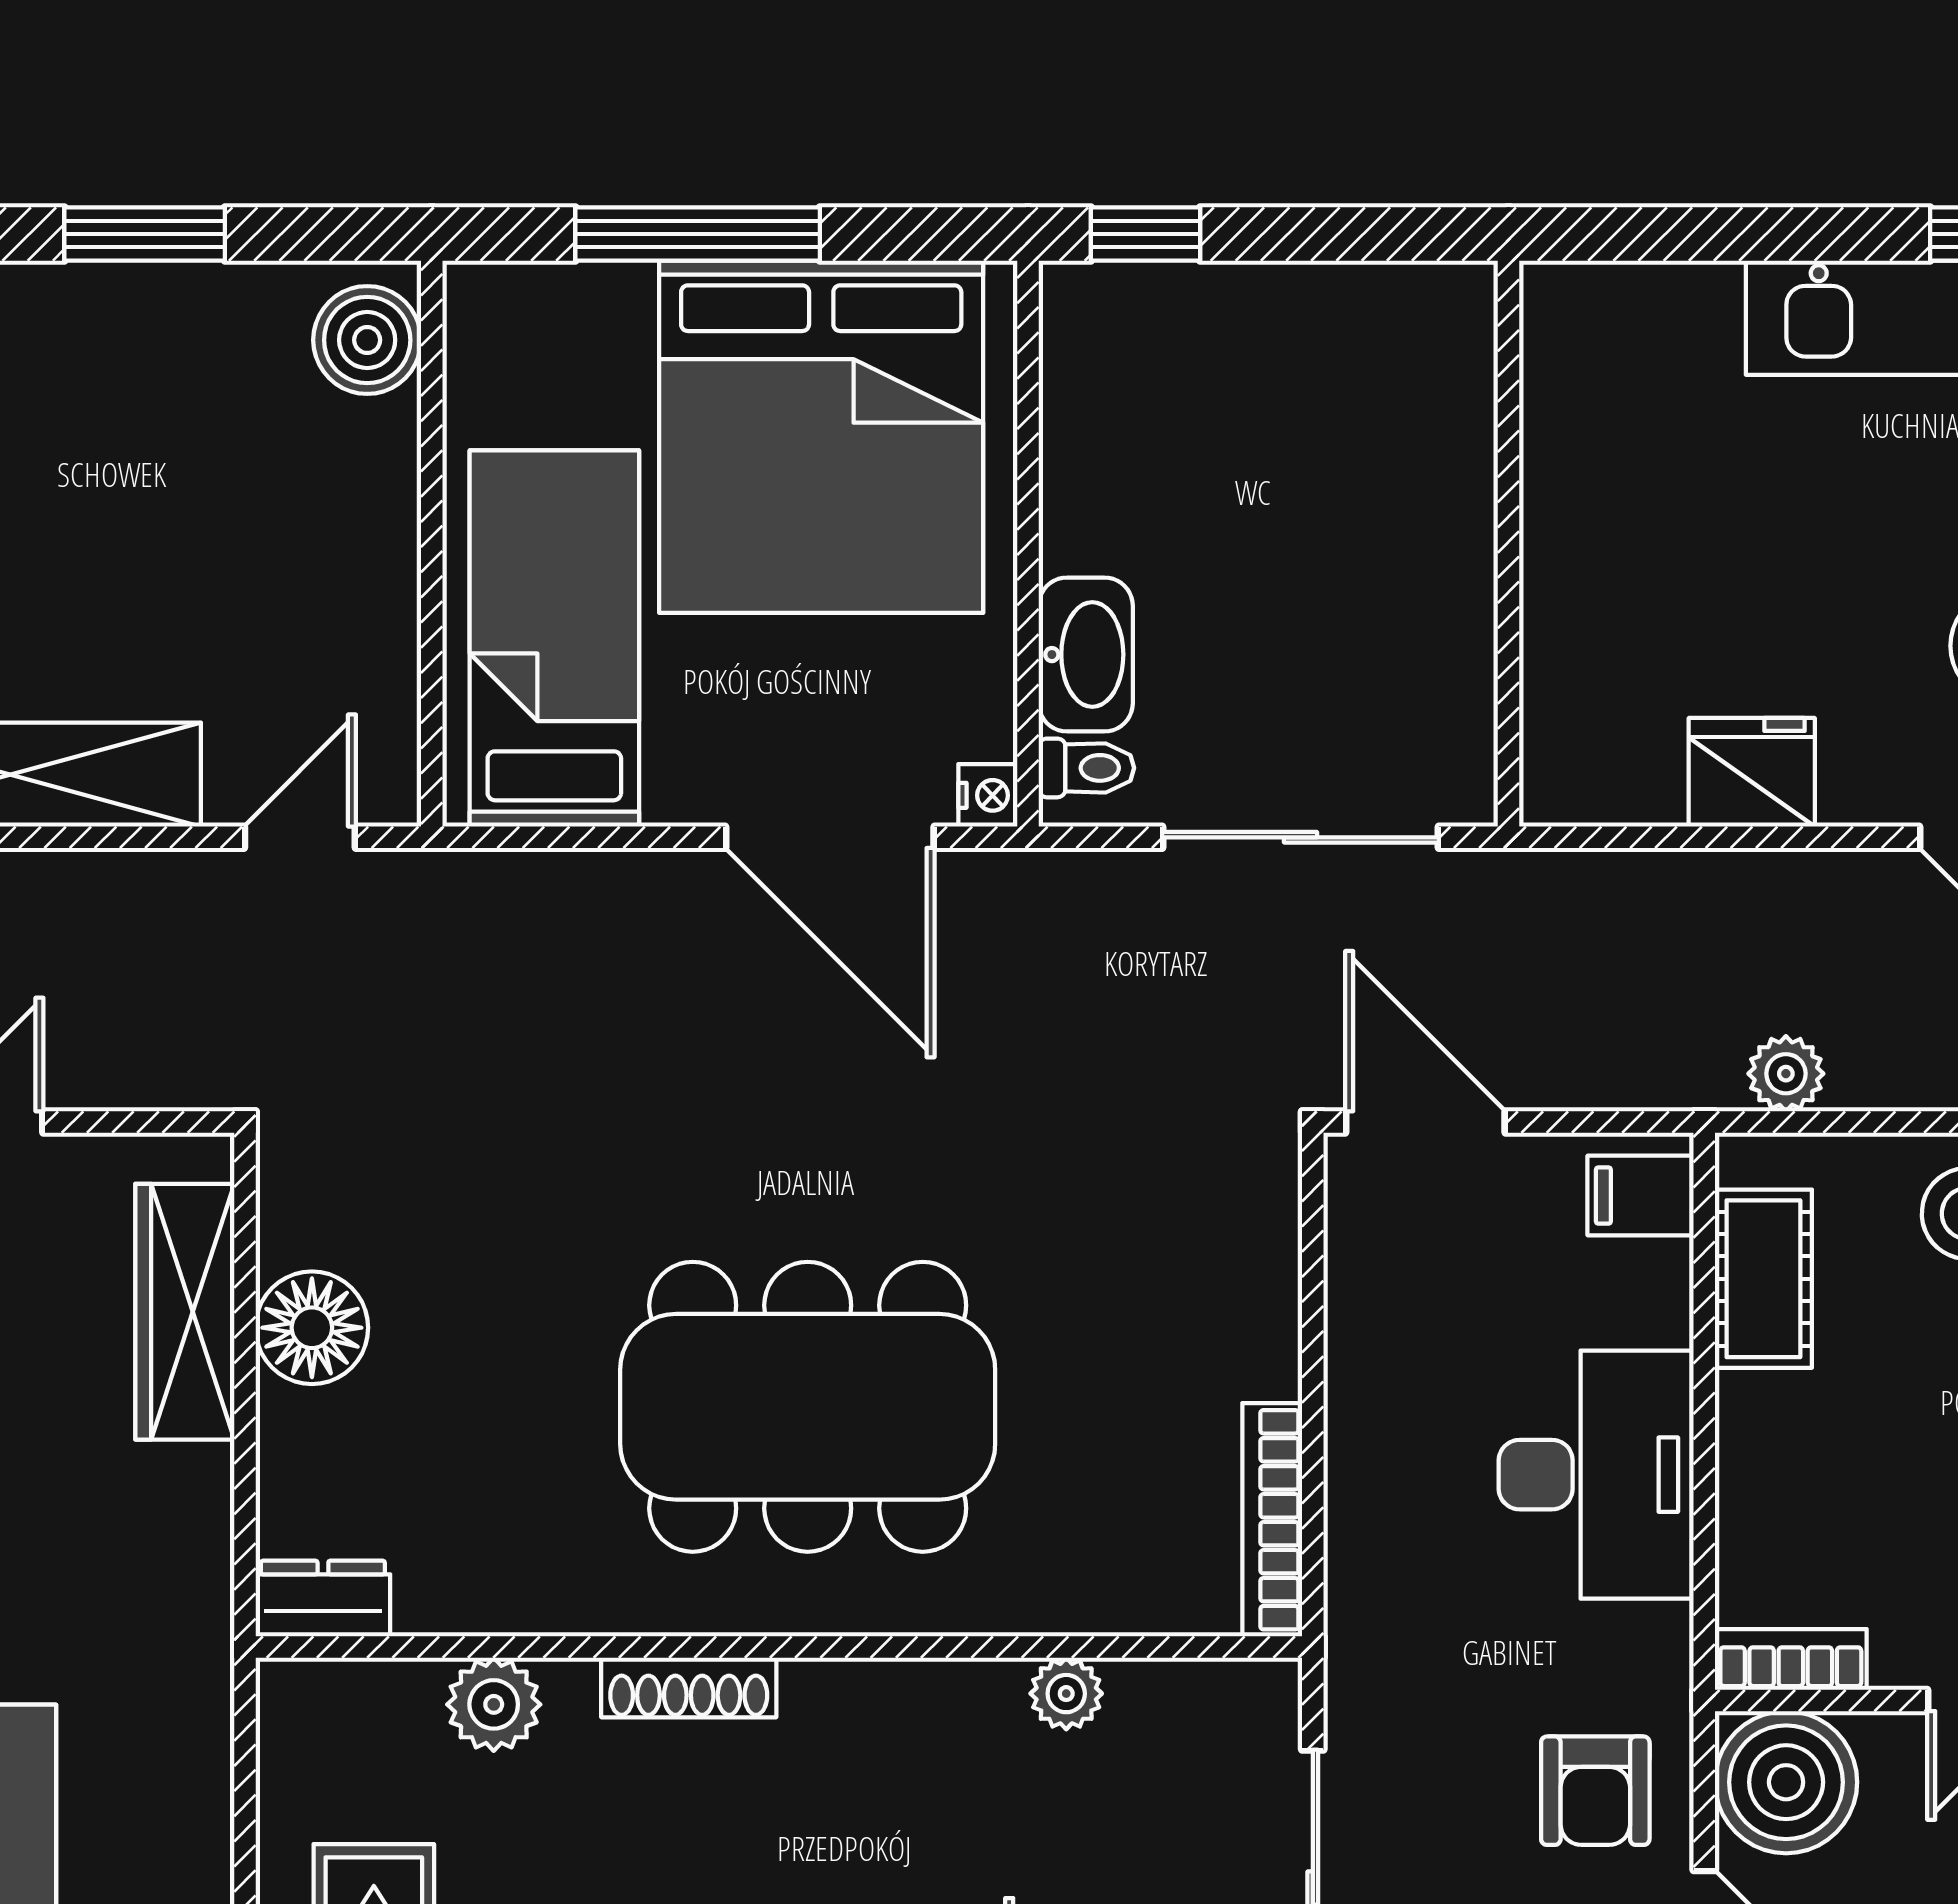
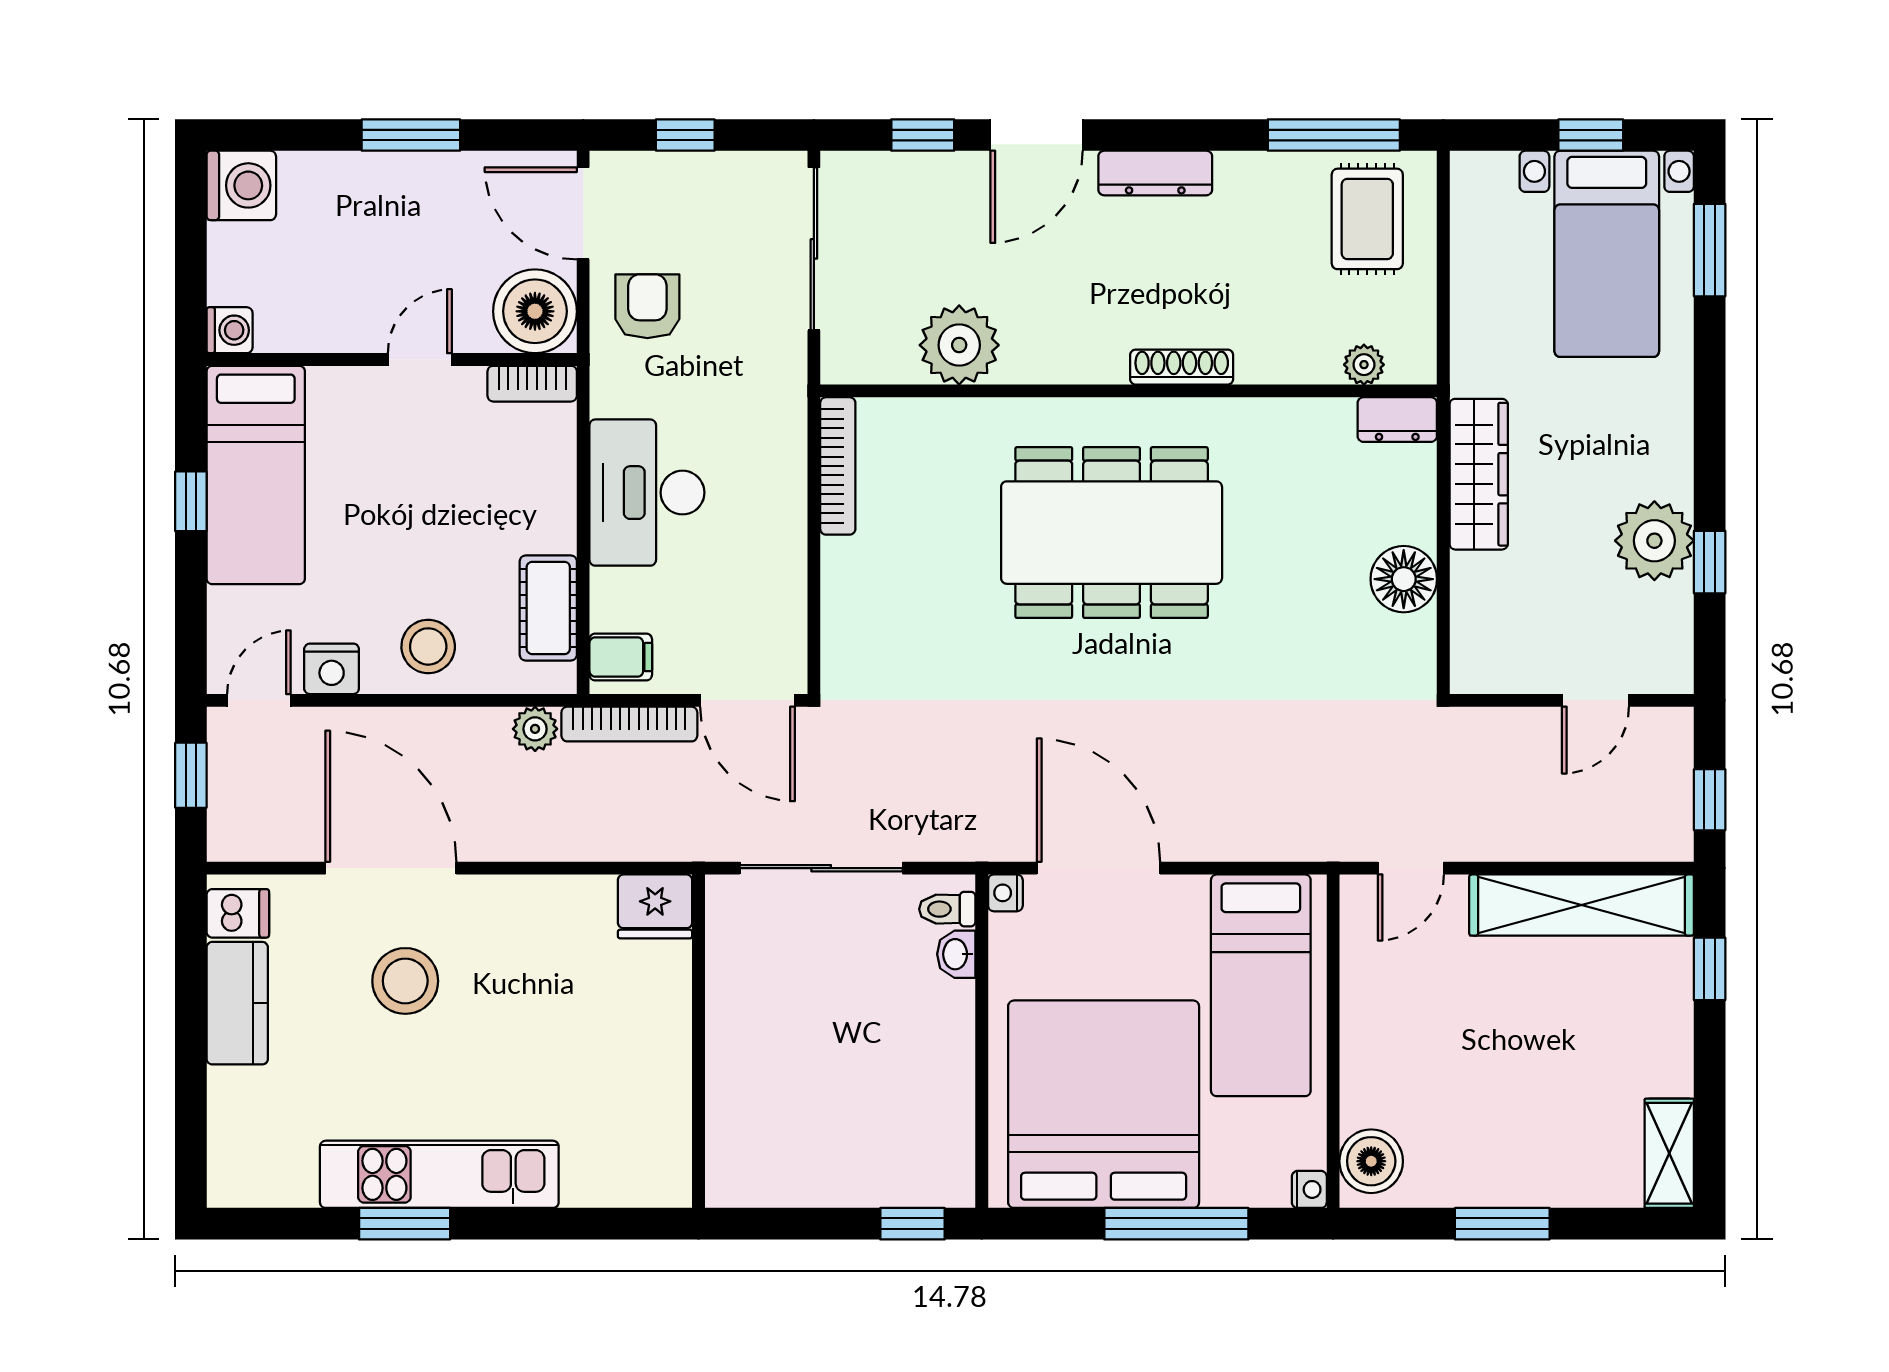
nightstand: (472, 292) -> (1309, 1189), added
washbasin: (1086, 655) -> (956, 954), width x0.52, depth x0.69
fridge: (1752, 772) -> (655, 906), moved
bookcase: (1626, 1082) -> (629, 724), added
wardrobe: (185, 1312) -> (1479, 474), moved
plant: (1066, 1694) -> (959, 345), width x1.87, depth x1.87
plant: (494, 1704) -> (1364, 365), moved, width x0.73, depth x0.73

